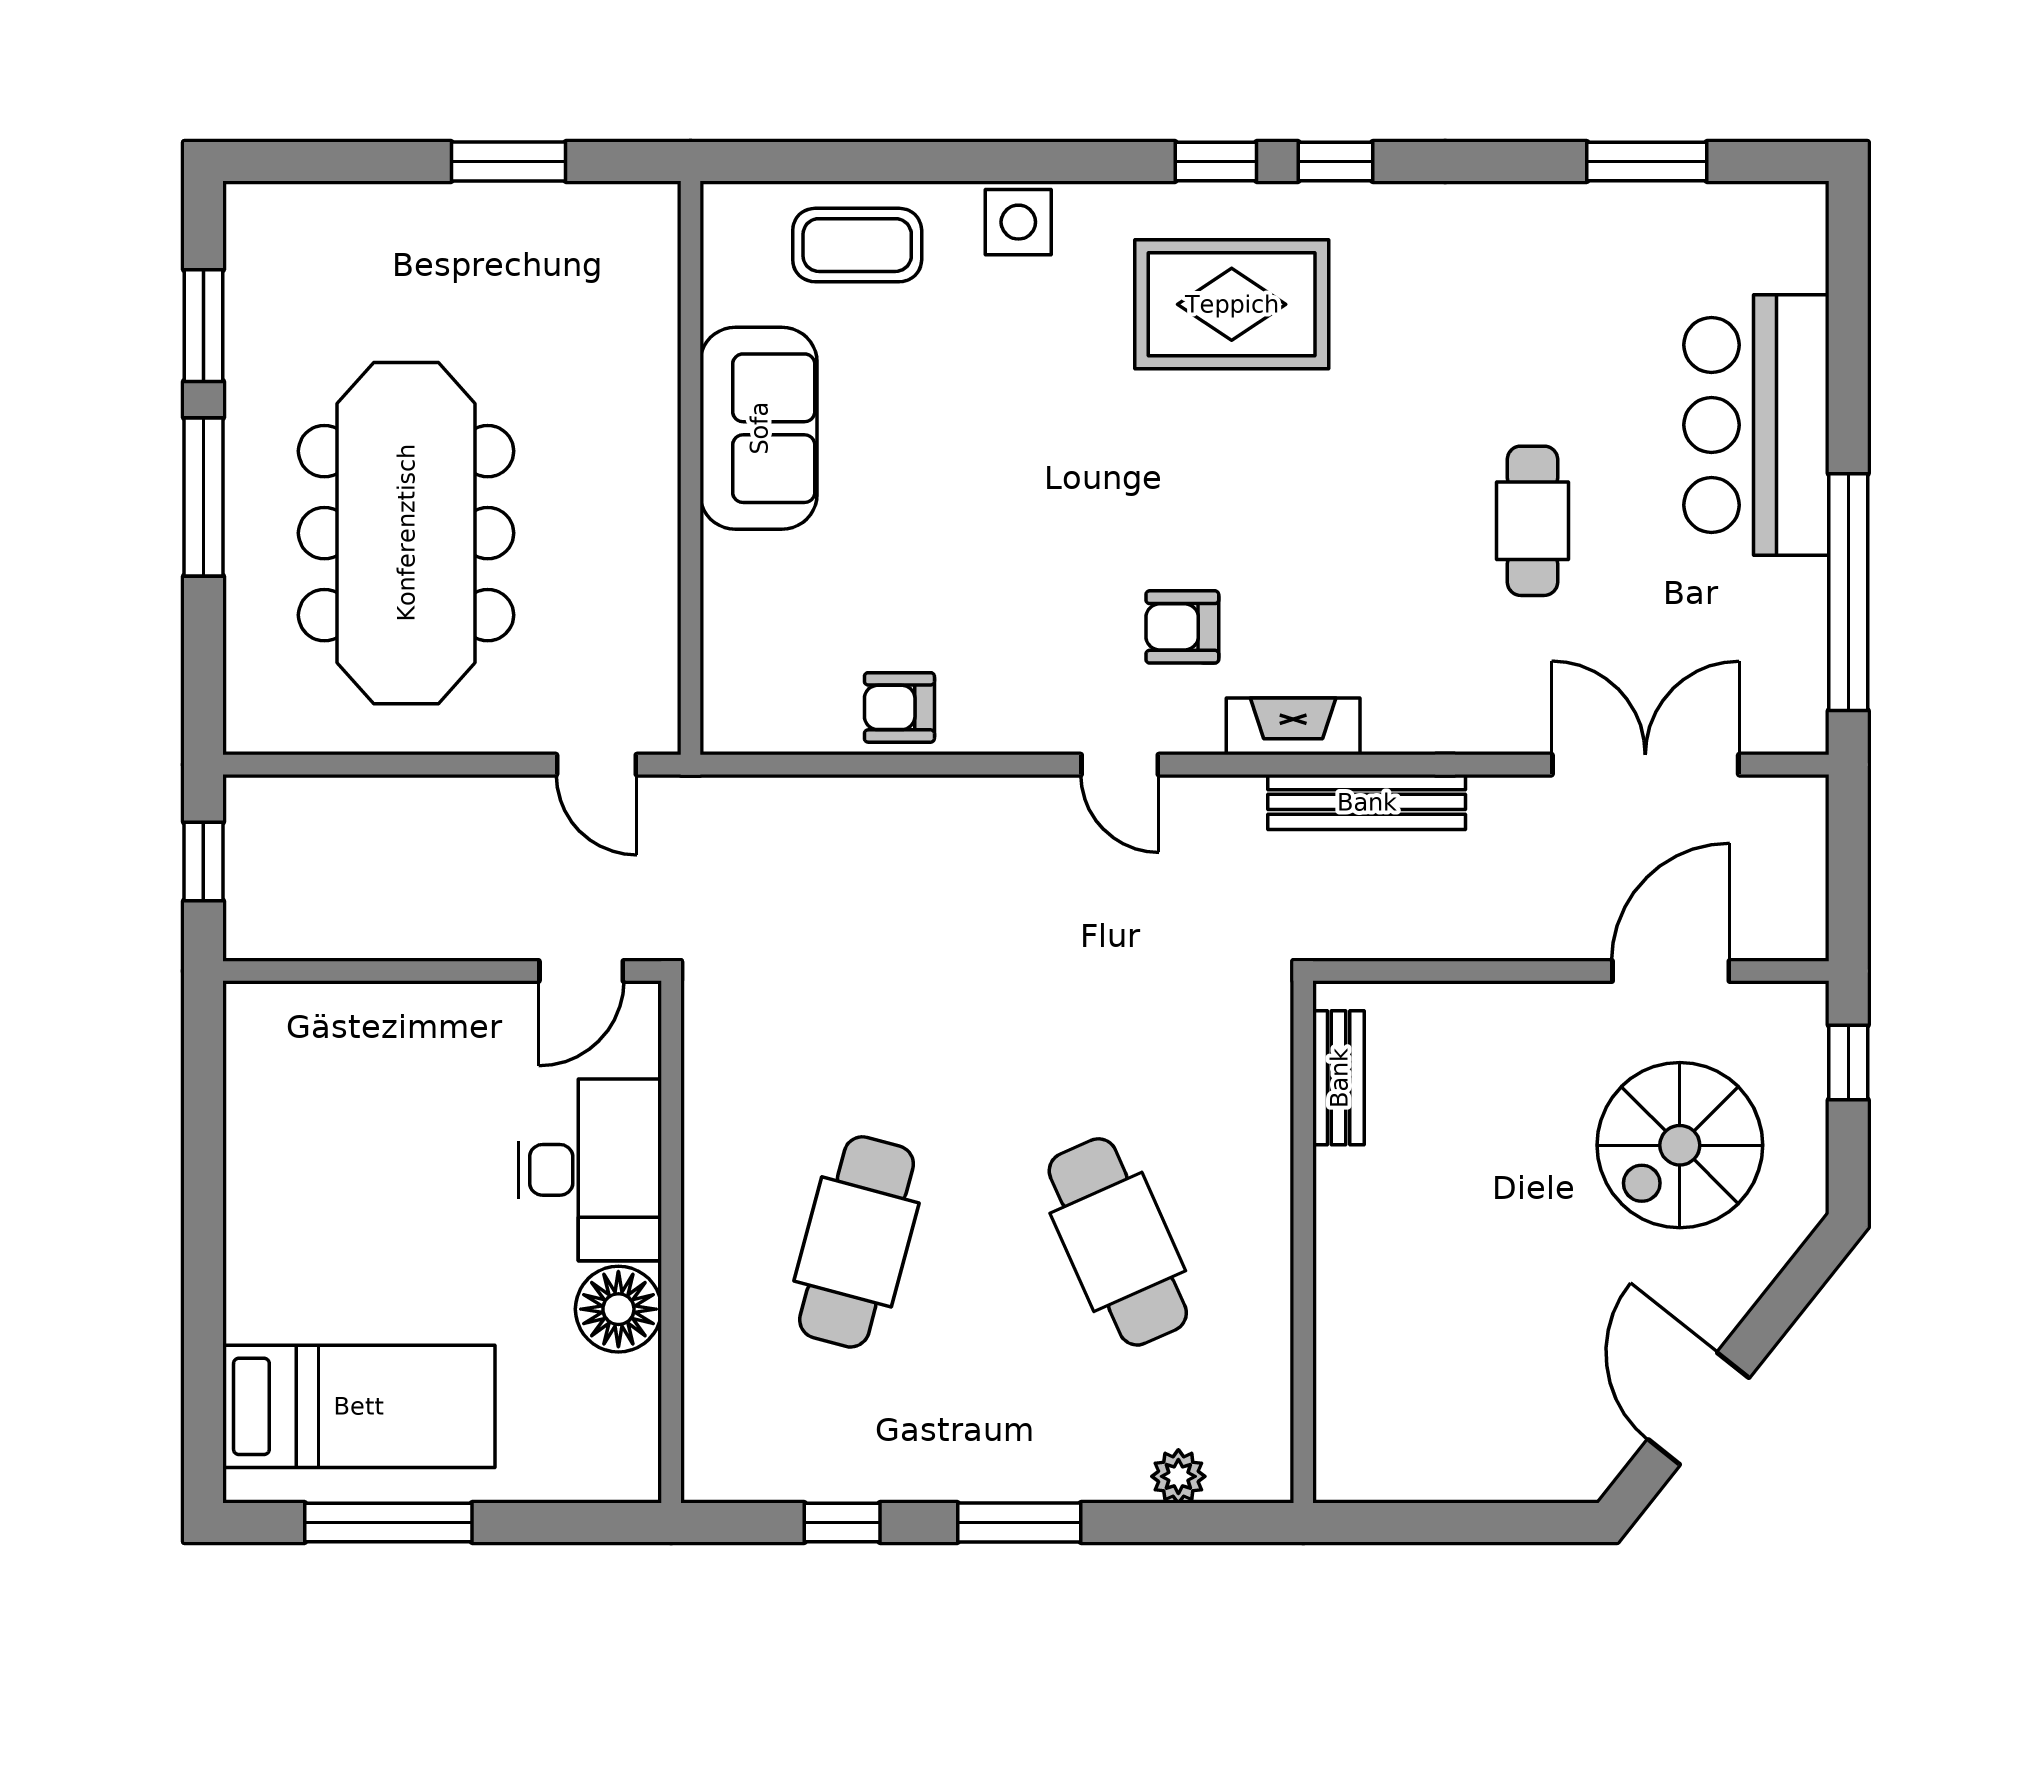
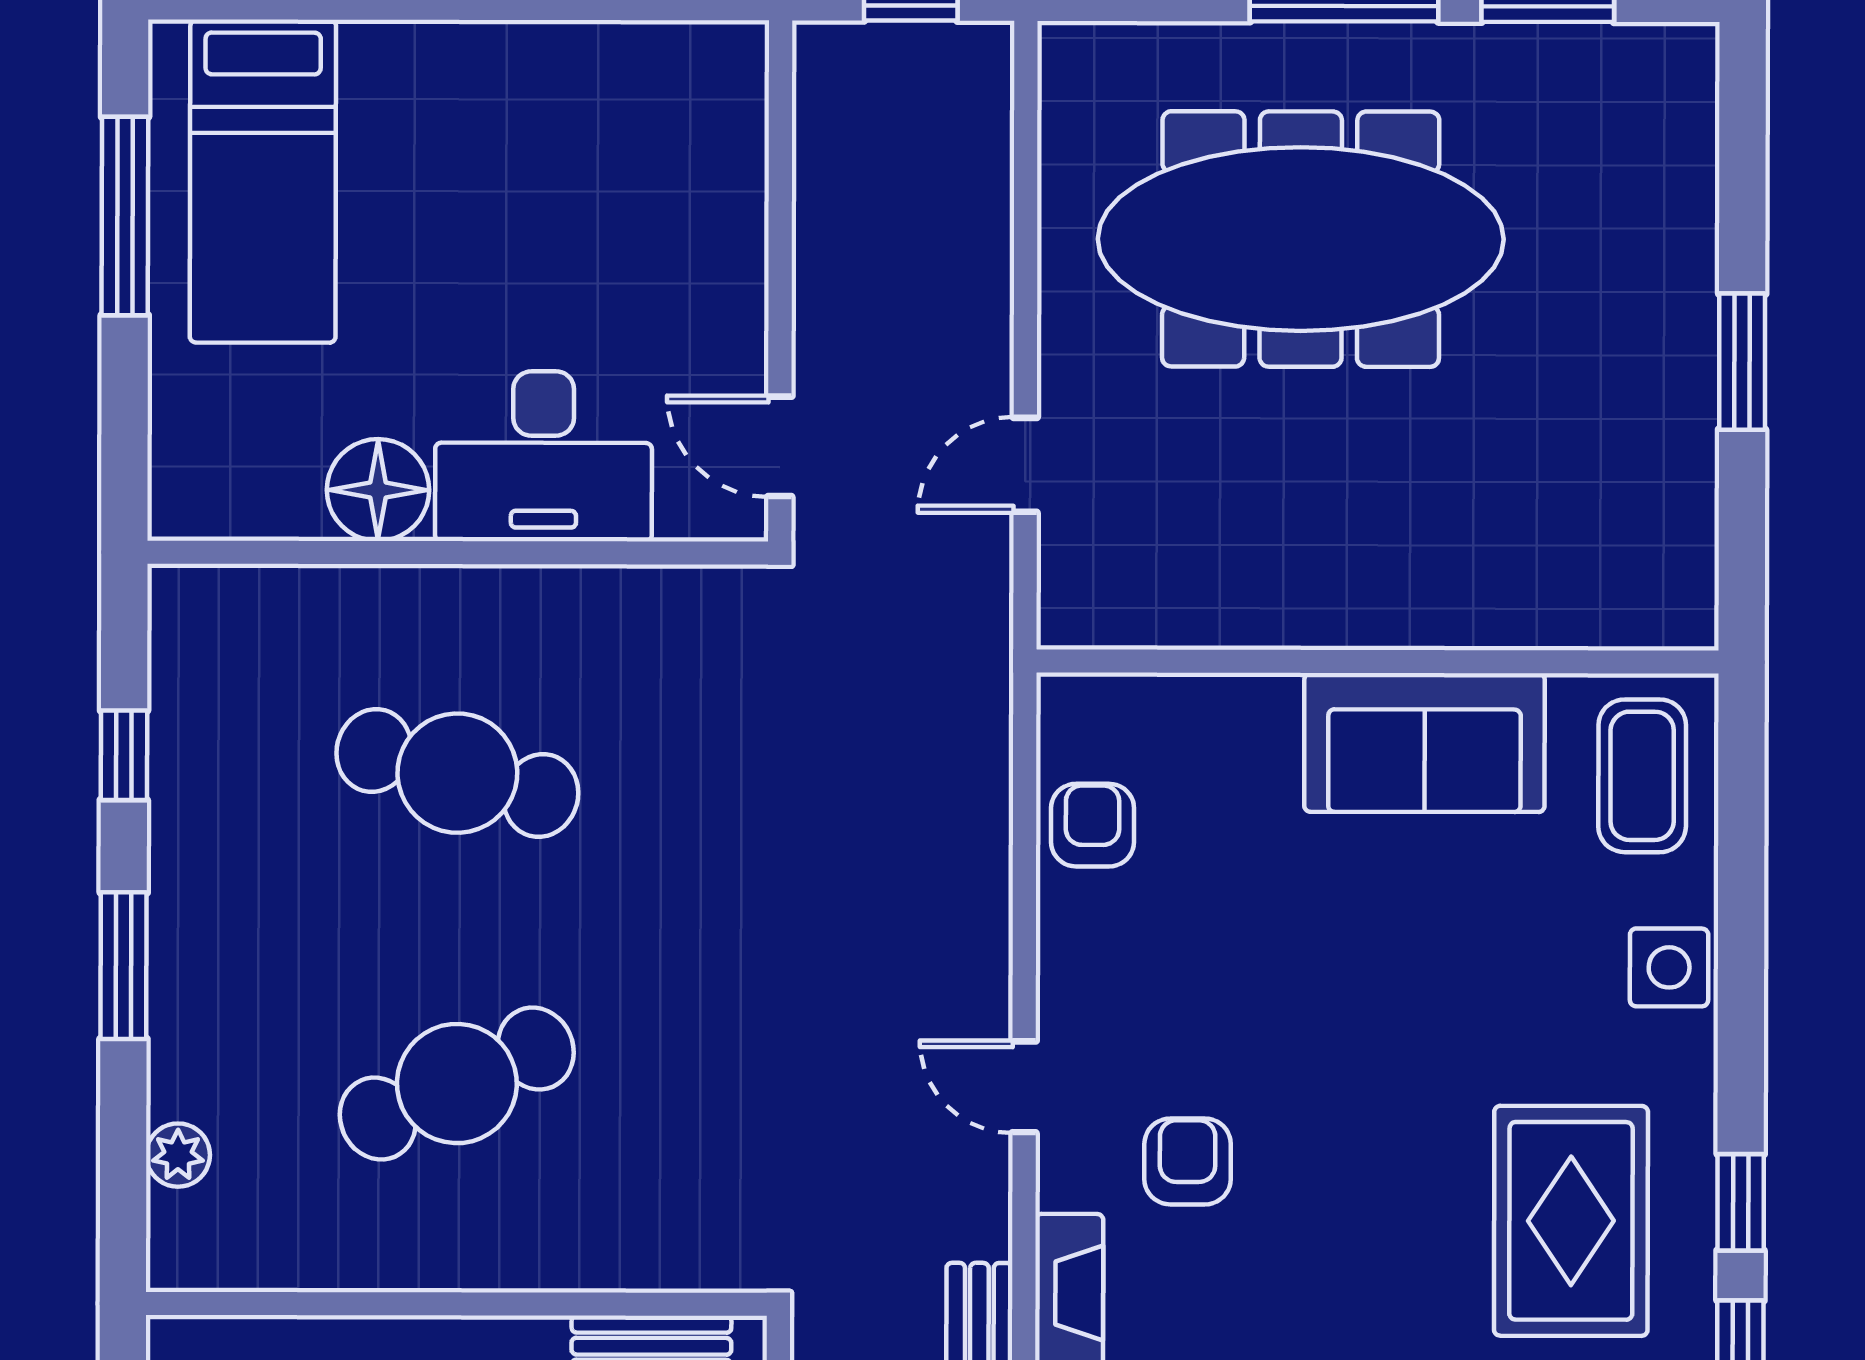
sofa: (759, 428) -> (1424, 743), moved
wall: (690, 468) -> (1377, 662), moved
door: (1120, 765) -> (1024, 1087), hinge flipped

